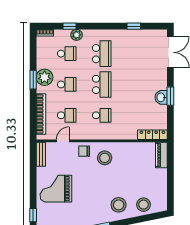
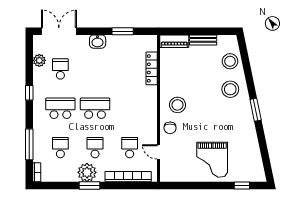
window: (70, 26) -> (29, 144), width x2.17
window: (134, 26) -> (29, 93), moved
plant: (77, 35) -> (39, 60), moved
window: (170, 96) -> (123, 31), moved
washbasin: (161, 97) -> (98, 42), moved
school desk: (102, 115) -> (60, 69), moved
locker: (152, 135) -> (152, 68), moved
bench: (41, 154) -> (203, 40), moved

